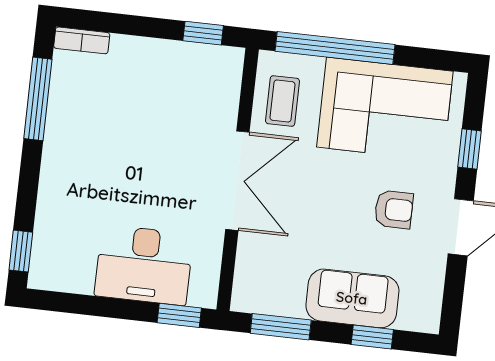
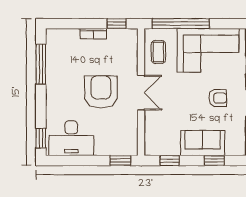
bookcase: (82, 40) -> (93, 34), moved
armchair: (155, 170) -> (101, 92), added
double door: (237, 181) -> (141, 93), width x0.73
desk: (144, 265) -> (71, 138), moved
window: (281, 327) -> (170, 160), width x0.67

